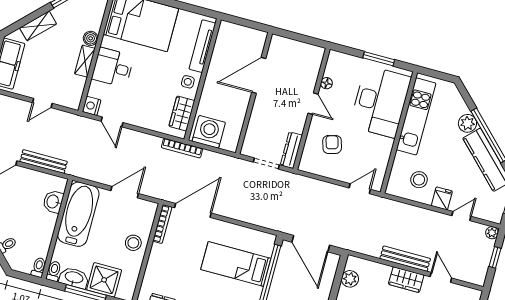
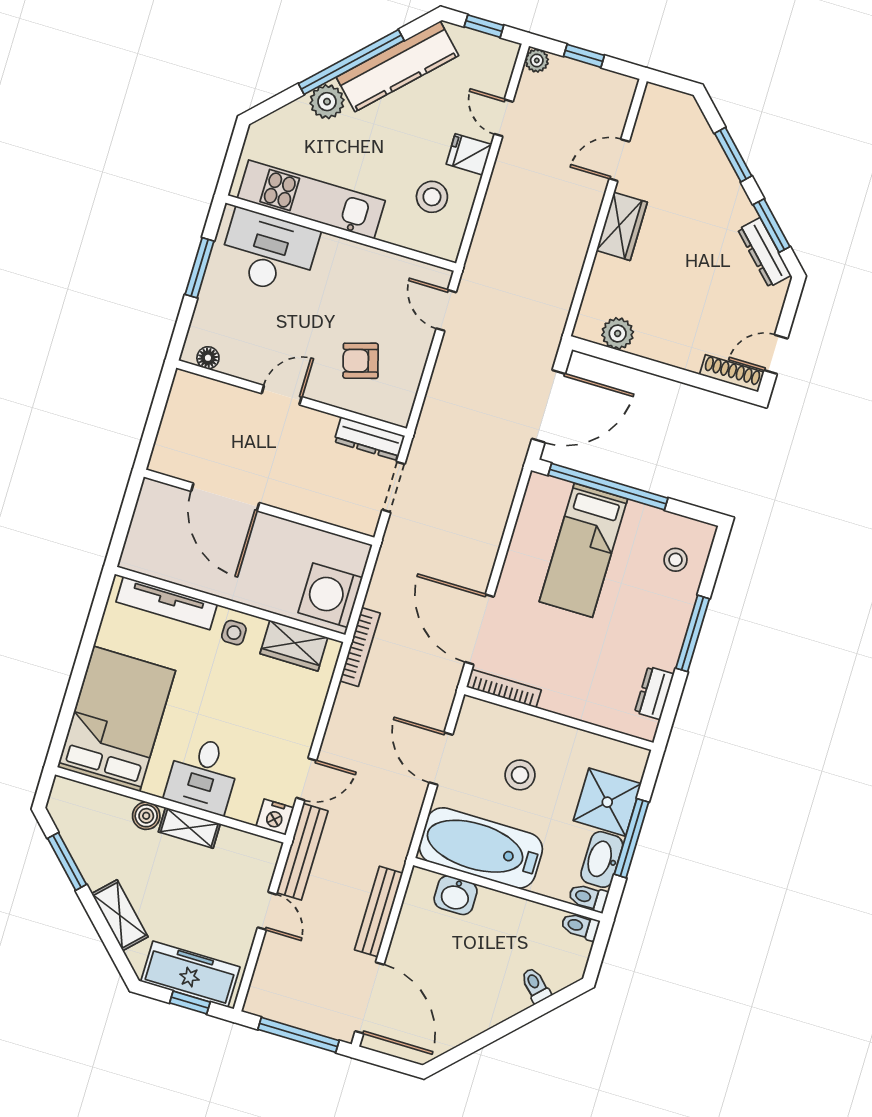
floor lamp: (326, 83) -> (208, 358), moved
desk: (380, 102) -> (269, 252), width x0.73, depth x0.77
stool: (133, 243) -> (520, 775), moved
bench: (405, 259) -> (302, 852), moved

